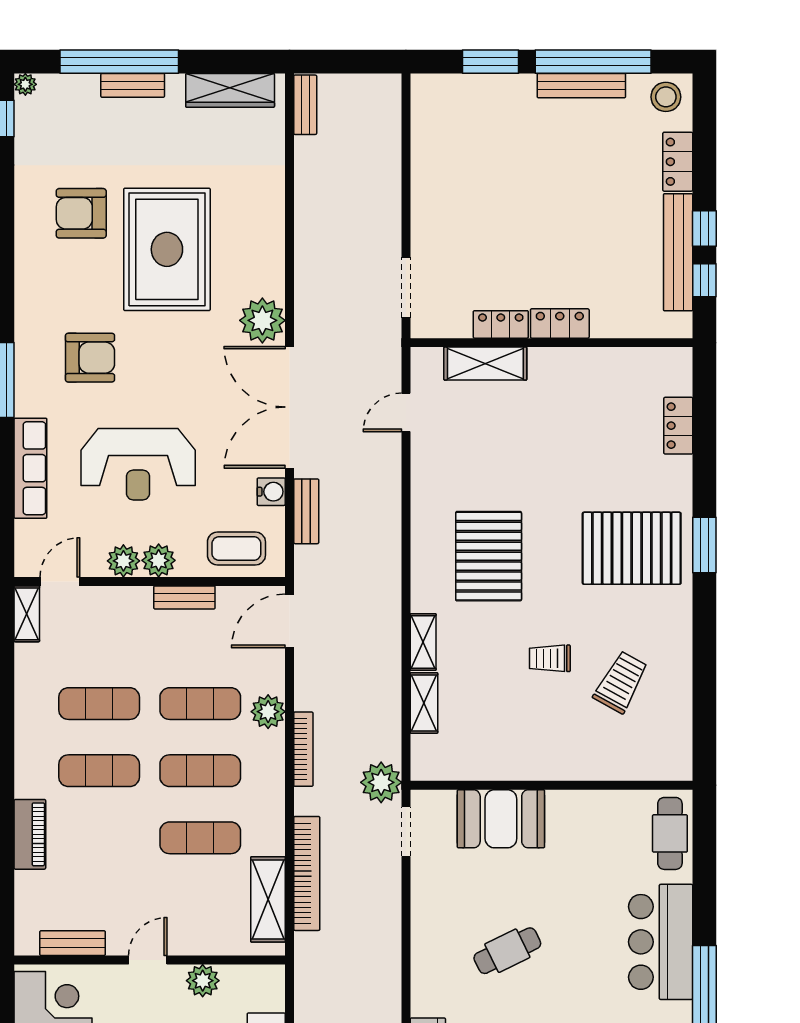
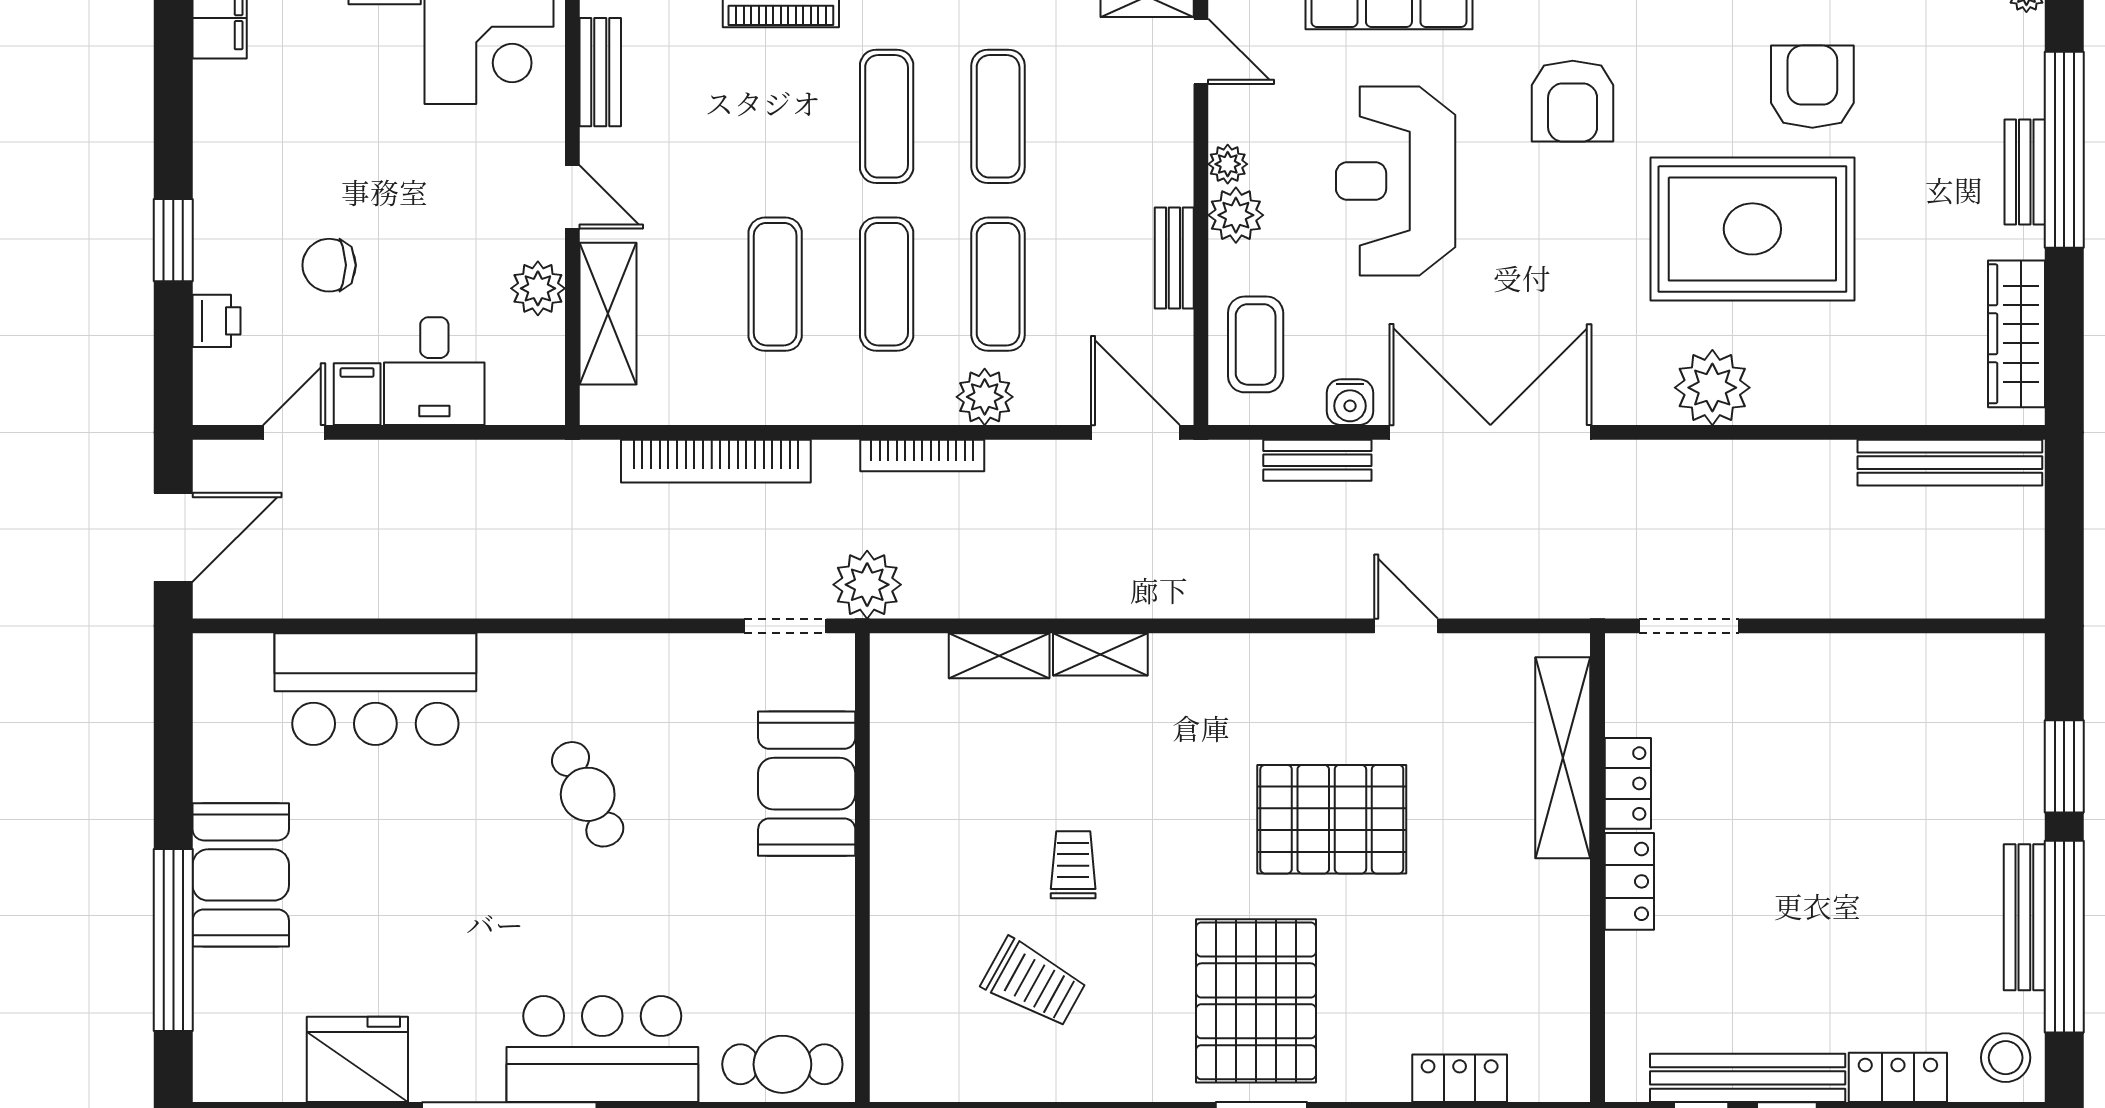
bench: (305, 105) -> (1950, 463), width x1.86, depth x1.21
plant: (262, 320) -> (1712, 388), moved
shelving: (485, 364) -> (1563, 758), width x1.47
door: (406, 412) -> (1406, 626), moved
pallet: (489, 556) -> (1332, 819), moved
plant: (123, 561) -> (1228, 164), width x0.73, depth x0.73
shelving: (268, 899) -> (608, 314), moved, turned 90

